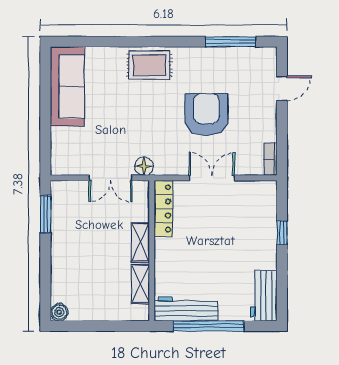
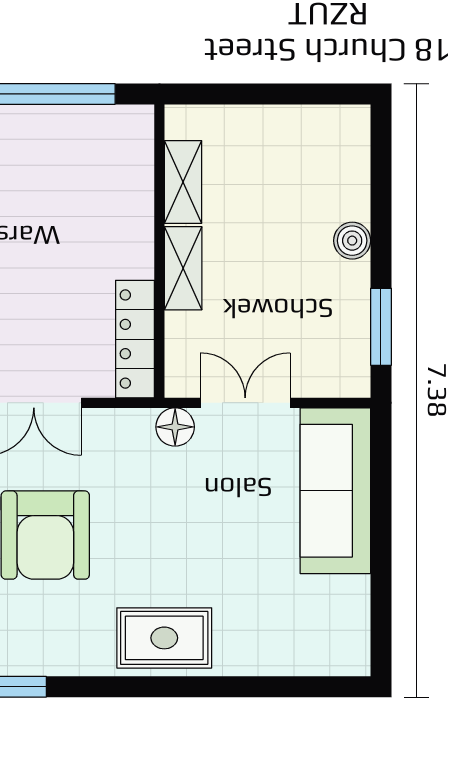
sofa: (67, 86) -> (335, 491), moved
workbench: (186, 309) -> (88, 129), removed
boiler: (59, 312) -> (352, 241), moved

